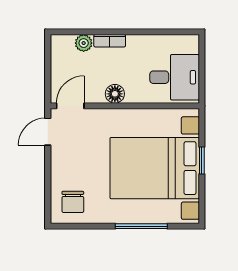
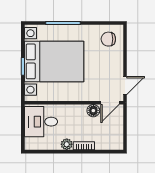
plant: (84, 43) -> (67, 144), moved
floor lamp: (115, 94) -> (93, 111), moved
chair: (73, 202) -> (108, 39), turned -90

